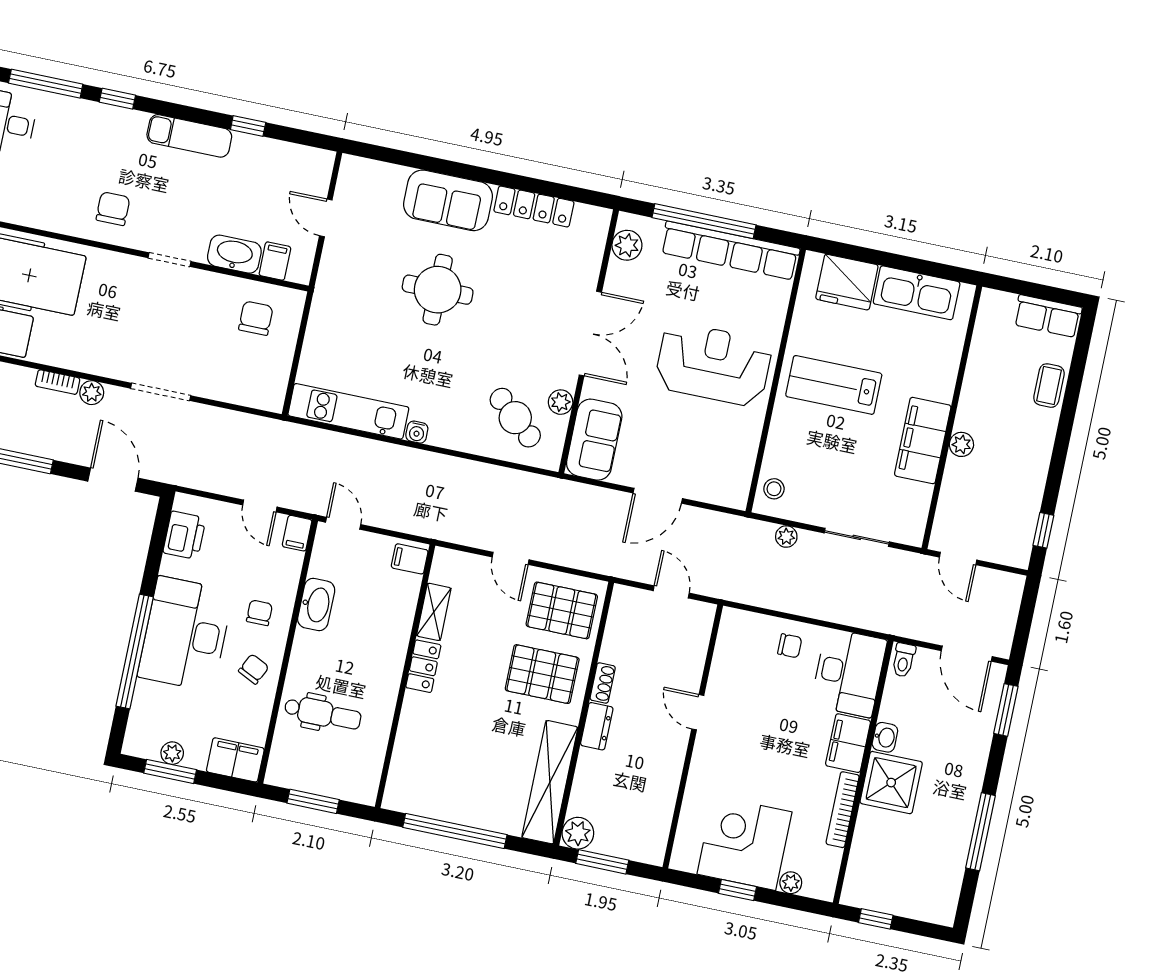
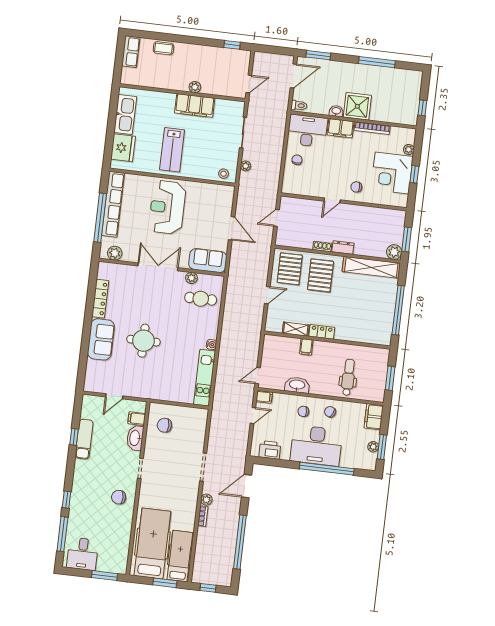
exam couch: (189, 136) -> (84, 439), moved
cafe table: (515, 418) -> (201, 299), turned 49
filing cabinet: (410, 559) -> (306, 347), moved
chair: (722, 766) -> (356, 187), added

